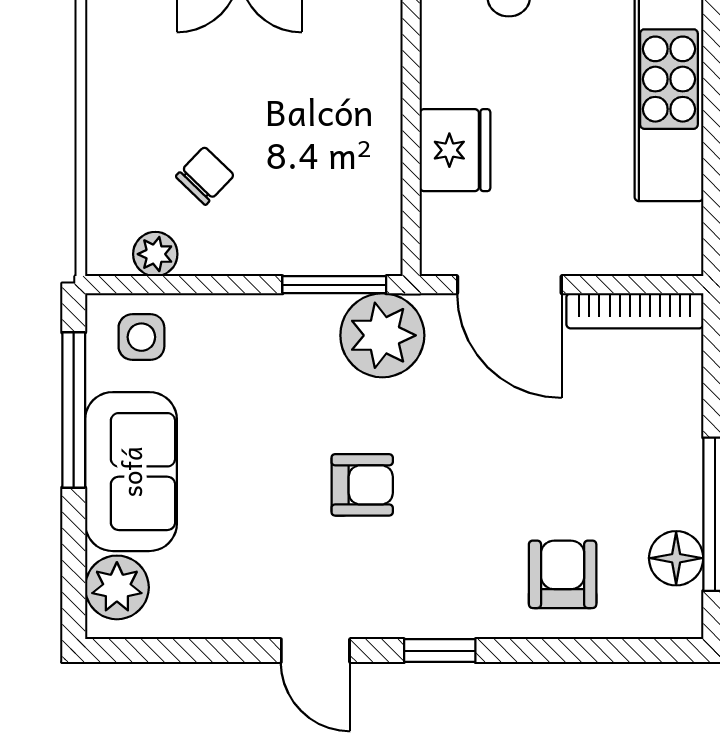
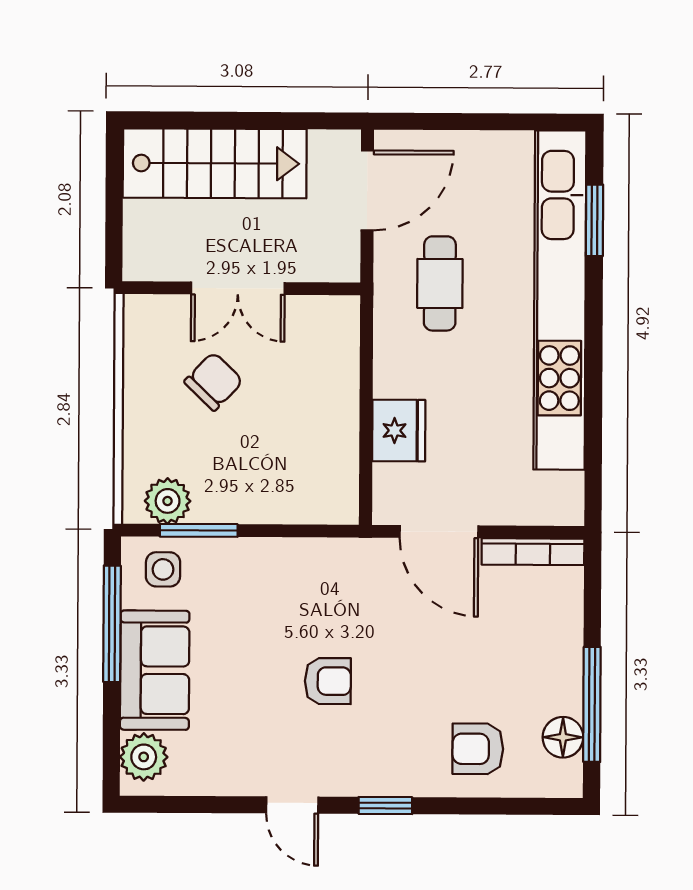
chair: (205, 176) -> (214, 381), moved, width x1.37, depth x1.37
plant: (155, 254) -> (168, 501), width x1.38, depth x1.38
window: (334, 285) -> (199, 530), moved
plant: (382, 335) -> (344, 569), removed
armchair: (563, 574) -> (478, 749), turned -90

